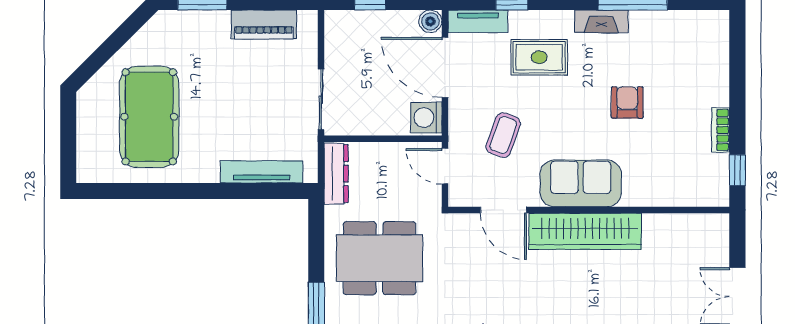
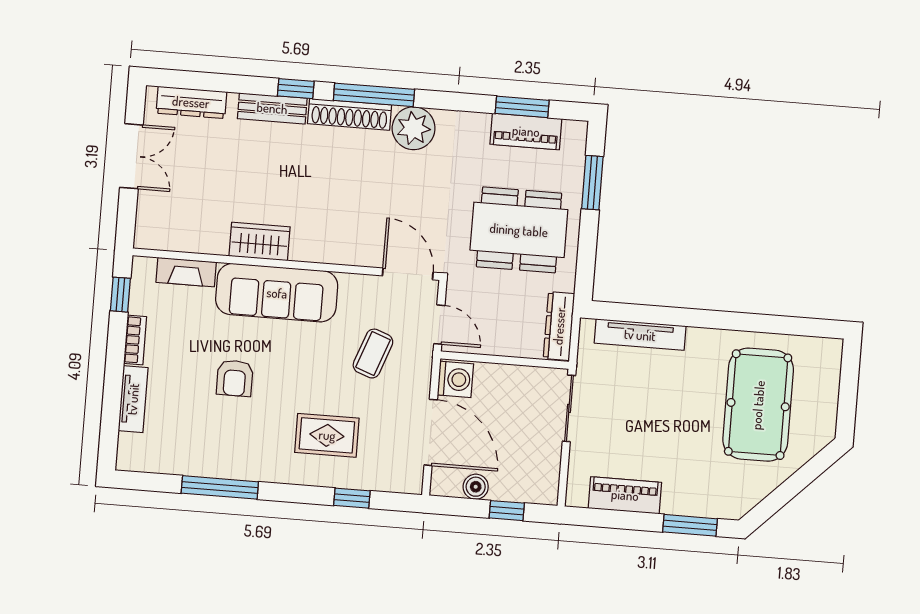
boiler: (430, 21) -> (476, 487), moved
tv unit: (478, 21) -> (133, 399), moved, turned 90
fireplace: (601, 21) -> (186, 272), moved, turned 180
sofa: (581, 183) -> (277, 293), width x1.36
door: (504, 210) -> (408, 274), moved
wardrobe: (585, 231) -> (260, 241), width x0.48, depth x0.85

